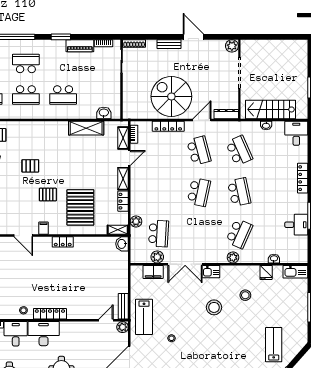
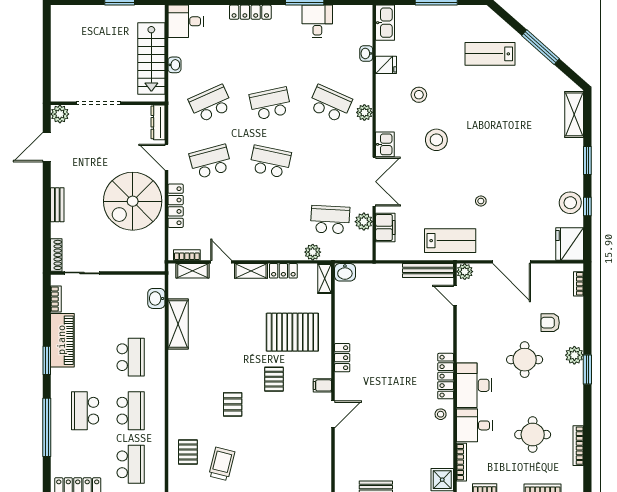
door: (193, 37) -> (47, 147), moved
piano: (80, 46) -> (62, 340), width x1.37, depth x1.33
bench: (123, 306) -> (428, 271), width x1.36

